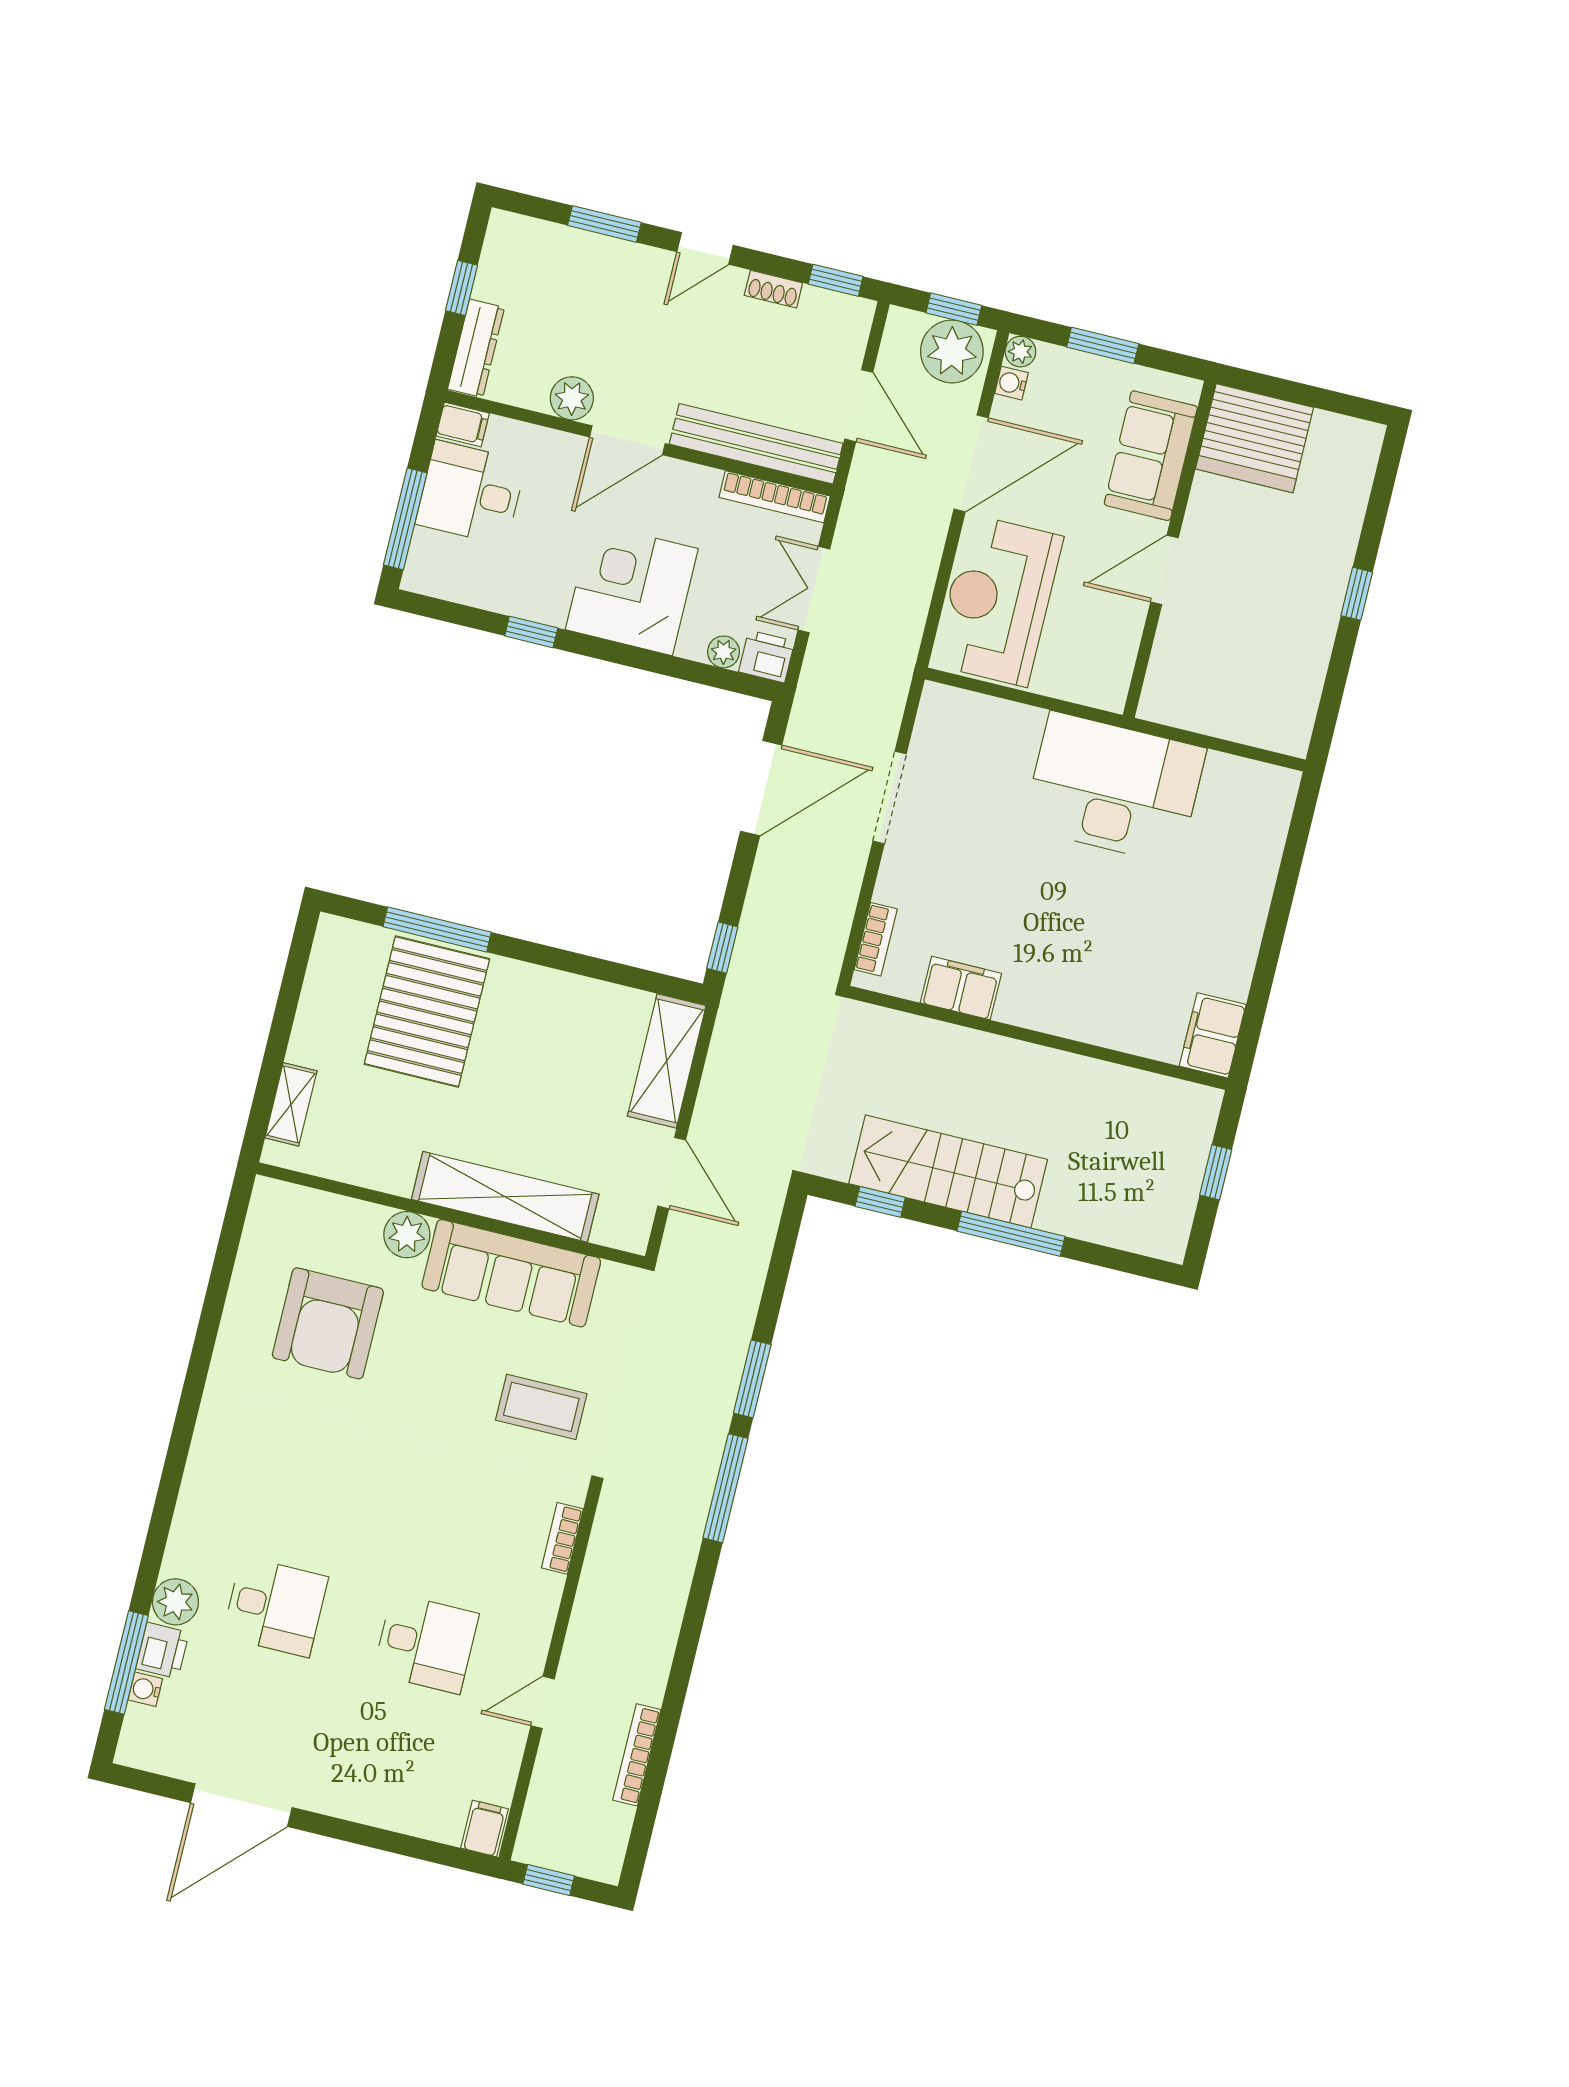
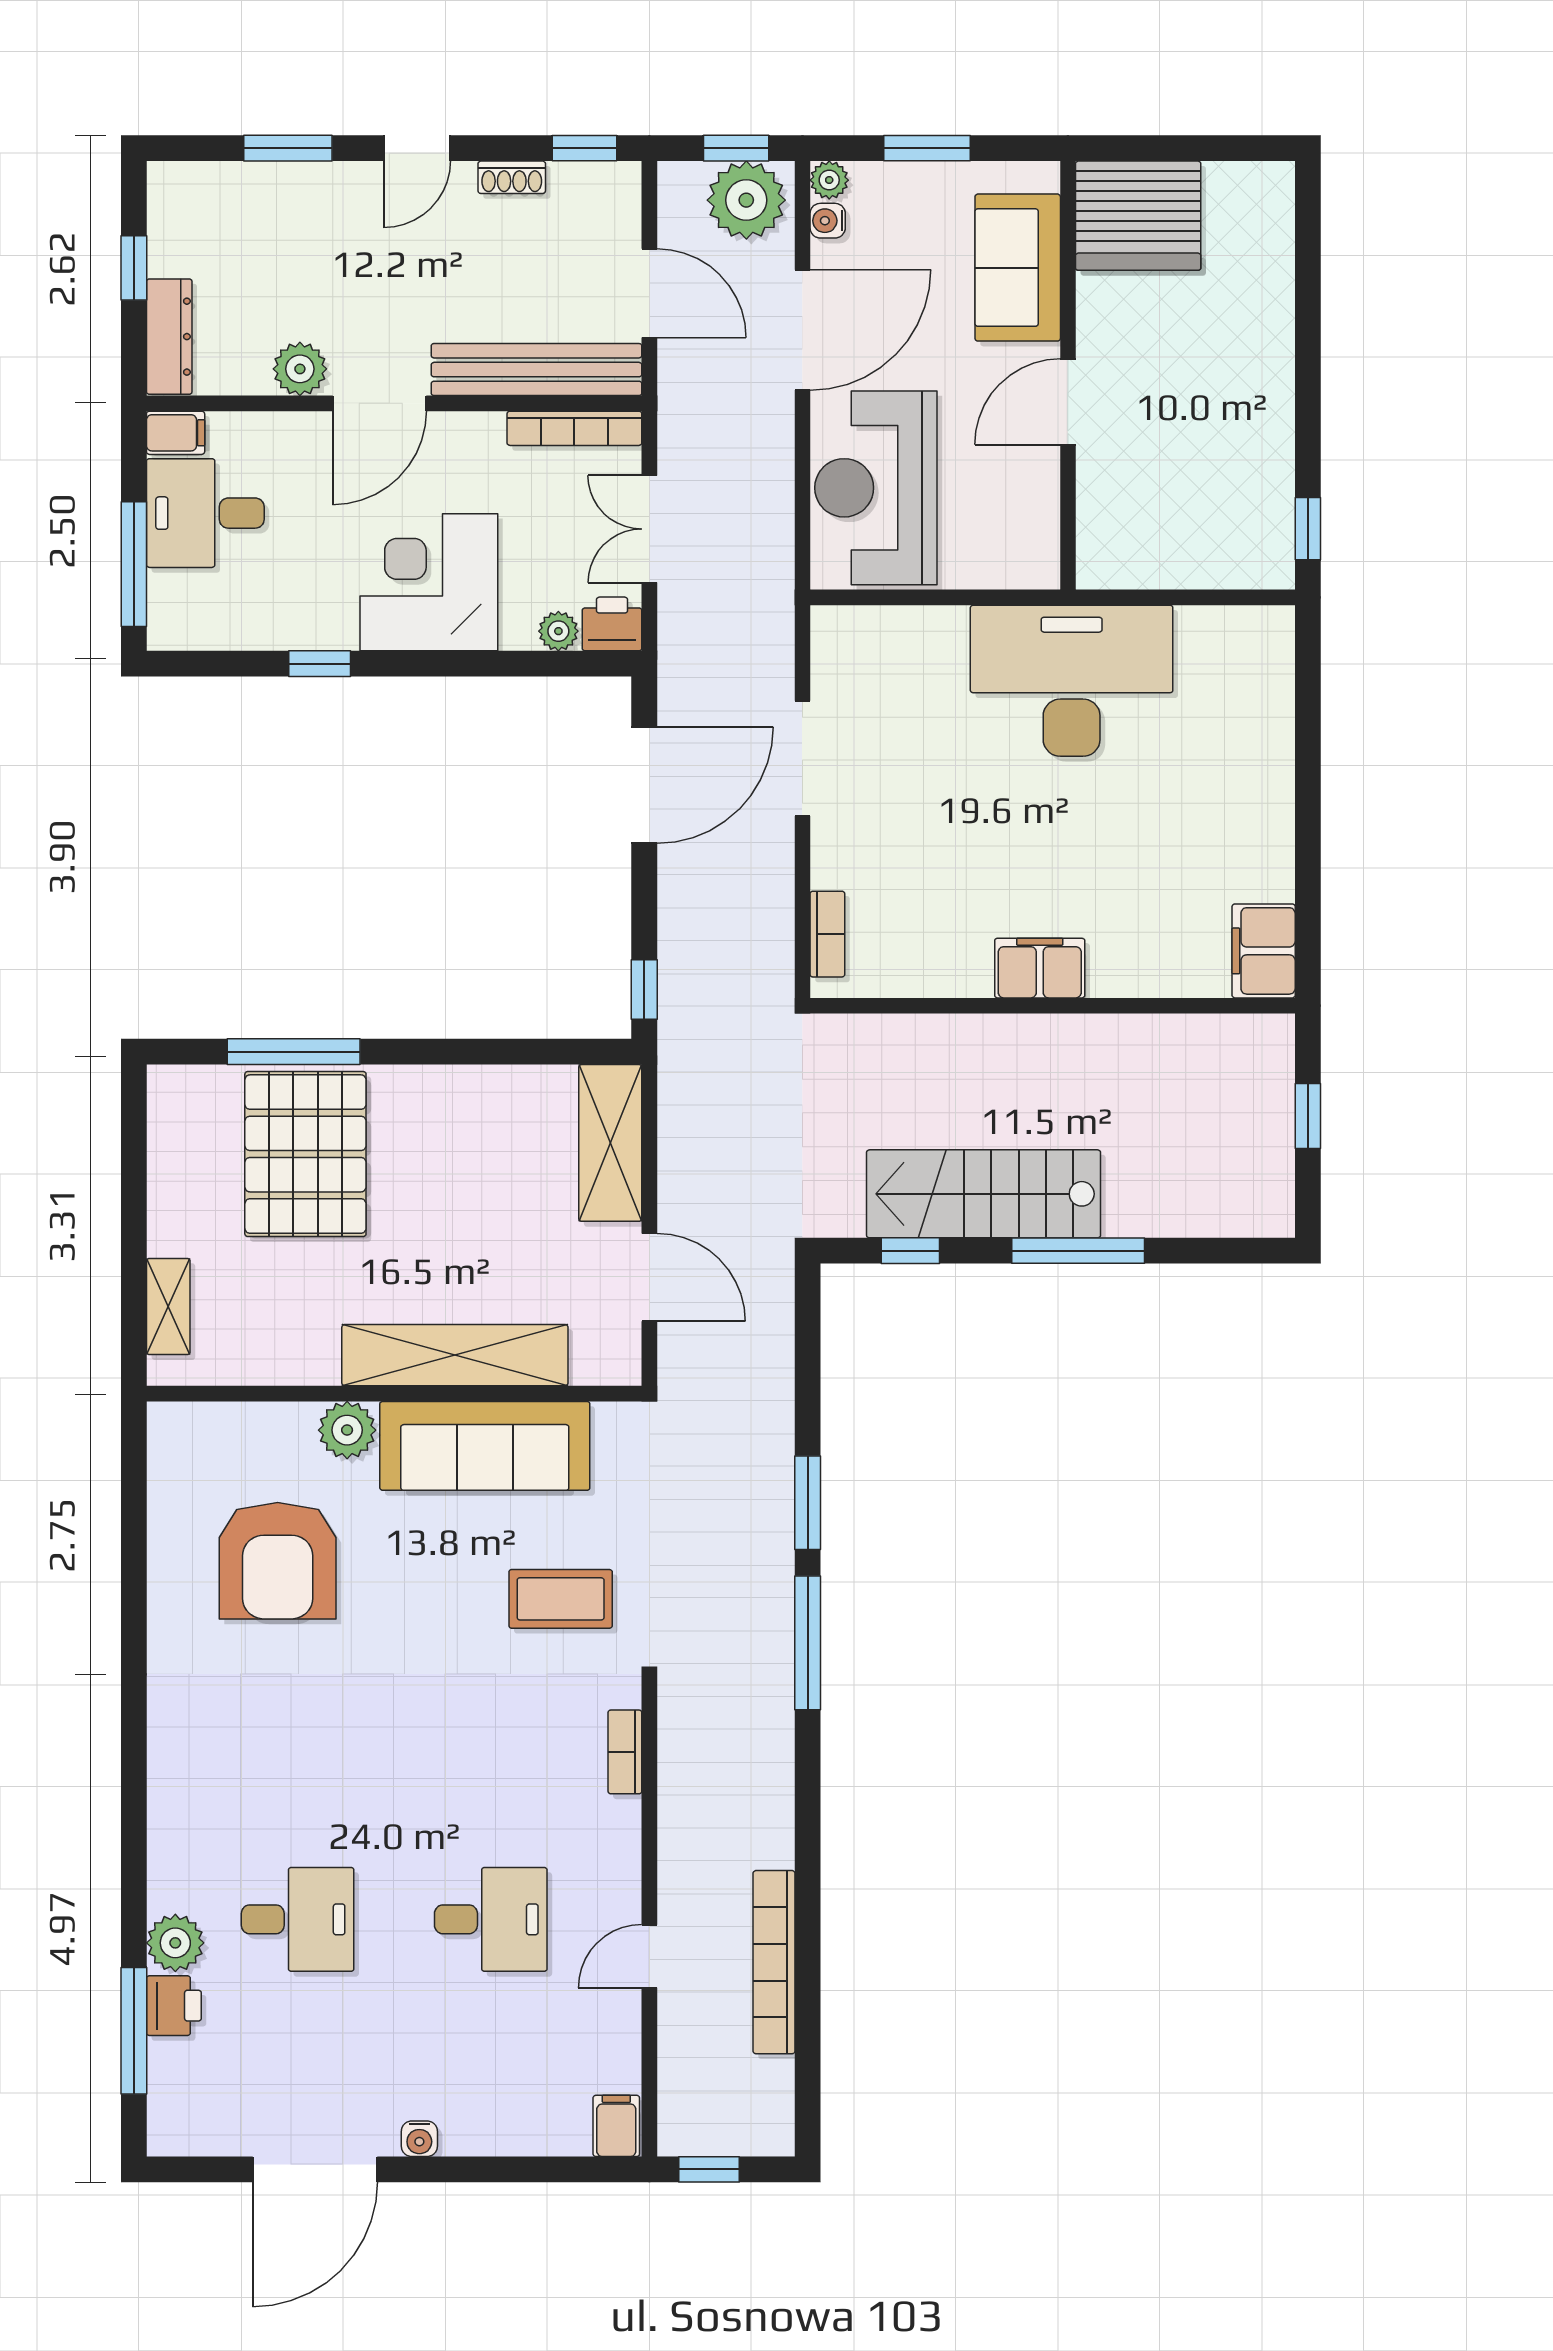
window: (1357, 594) -> (1308, 529), moved
filing cabinet: (961, 988) -> (1040, 968), moved
water cooler: (145, 1689) -> (419, 2139), moved, turned -90
bookcase: (637, 1755) -> (774, 1962), width x1.48, depth x1.31

